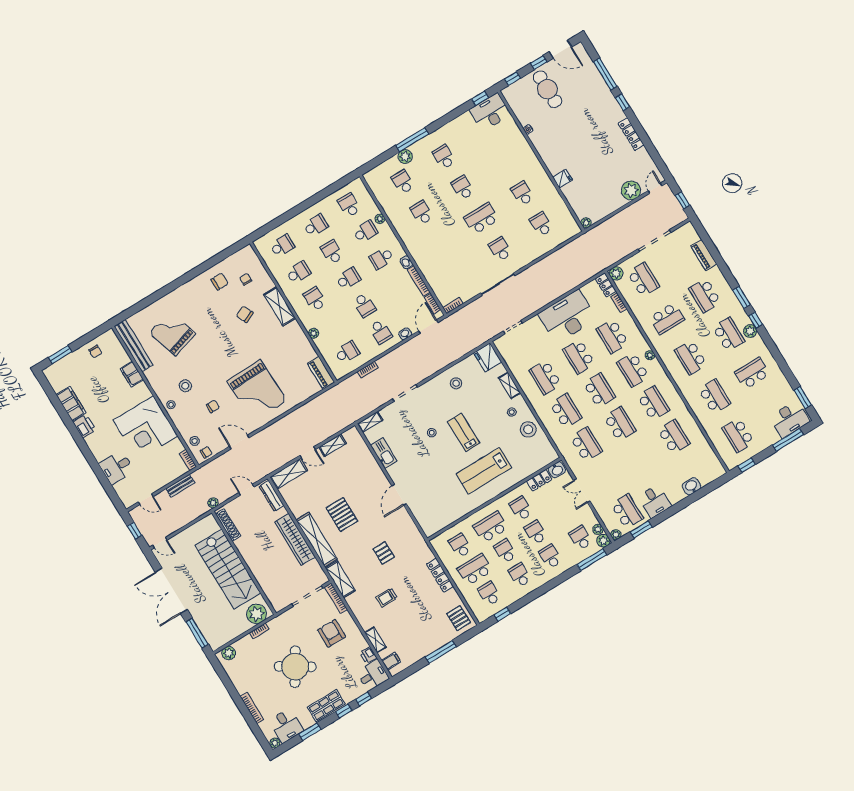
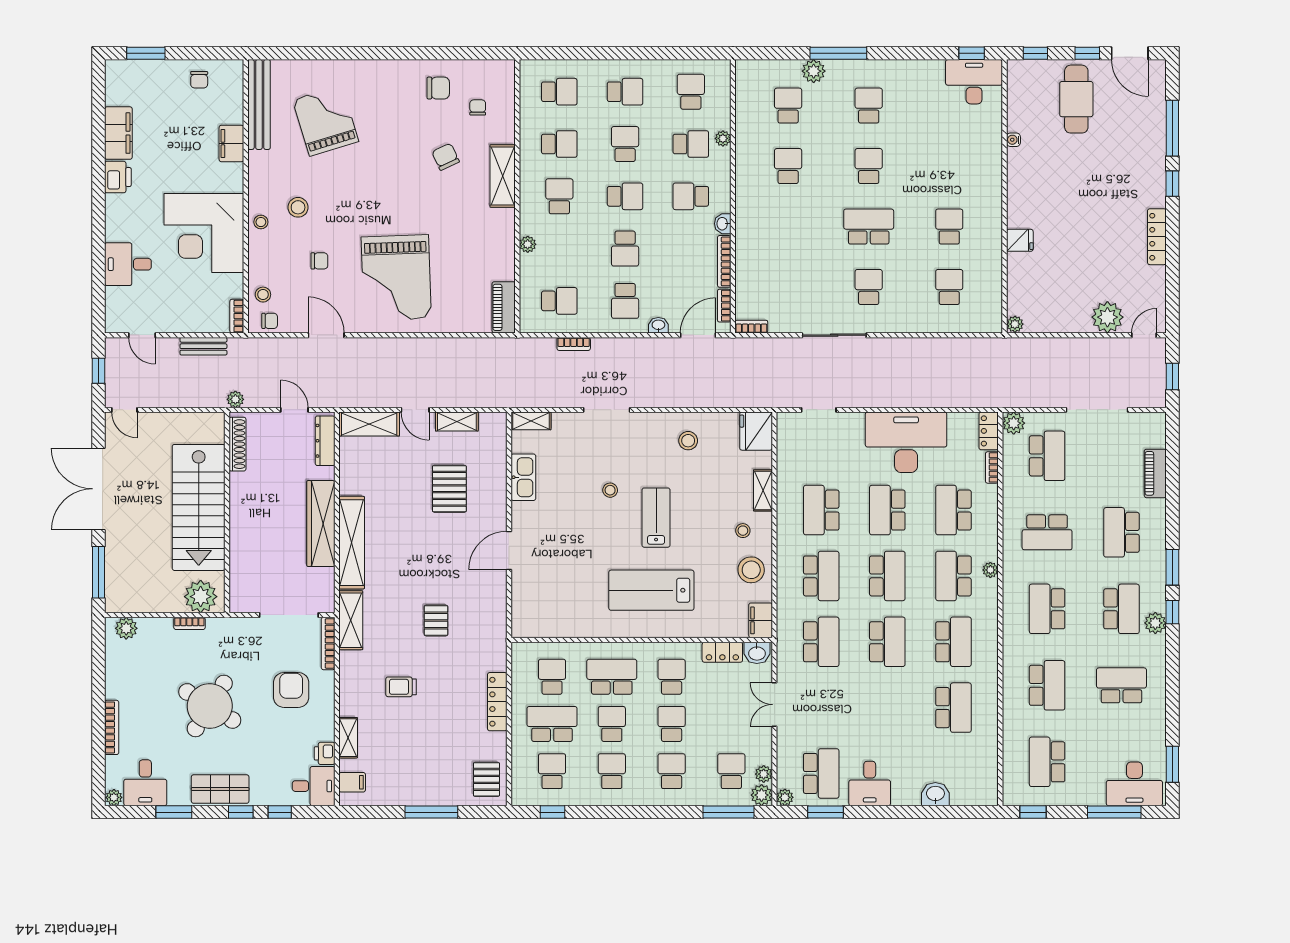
filing cabinet: (549, 452) -> (761, 620), added
pallet: (342, 514) -> (449, 489), moved

